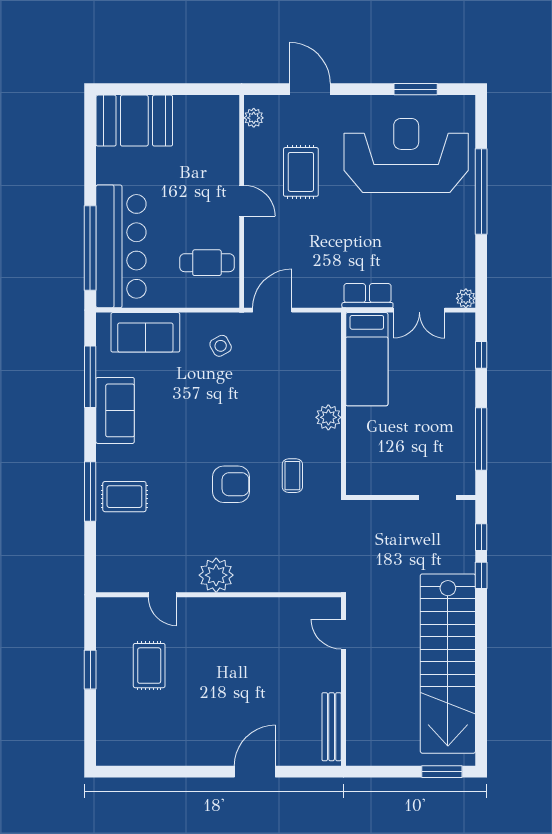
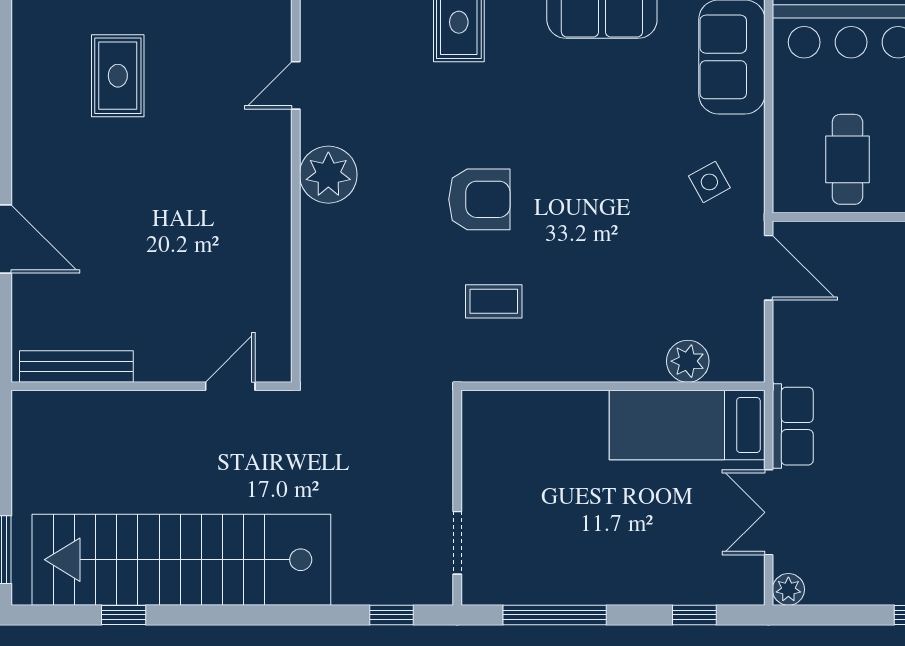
plant: (328, 417) -> (688, 361), moved
armchair: (231, 484) -> (479, 199), turned -90
window: (481, 575) -> (124, 615), moved
rug: (149, 666) -> (118, 76), moved, turned 90

